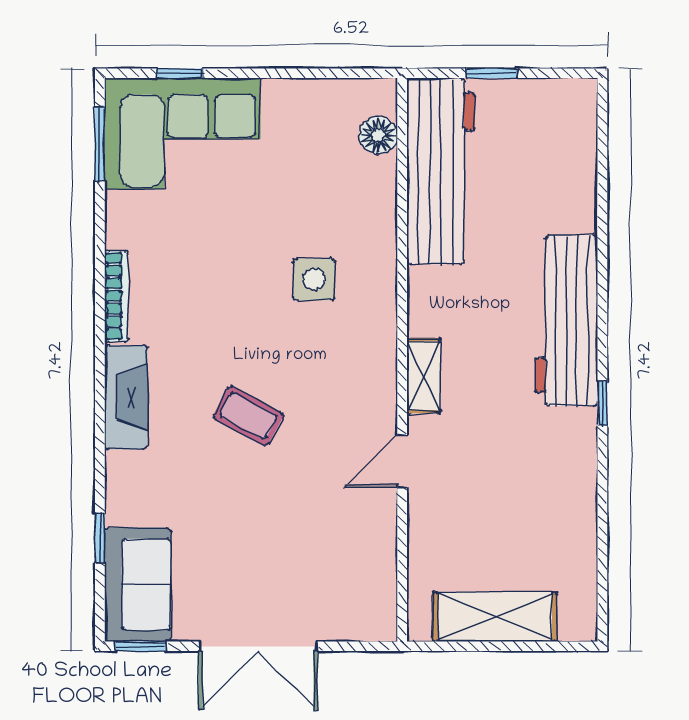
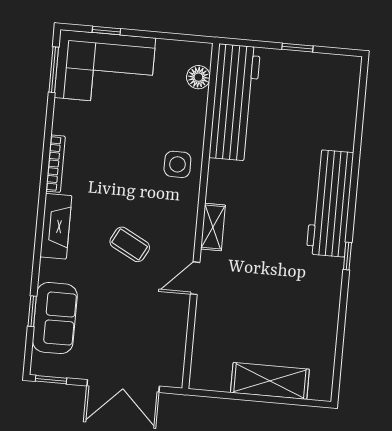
floor lamp: (378, 135) -> (198, 77), moved
workbench: (441, 171) -> (235, 102), moved
wall: (402, 360) -> (201, 216), moved
shelving: (424, 376) -> (213, 227), moved
door: (402, 461) -> (195, 278), moved
sofa: (138, 585) -> (55, 318), moved

